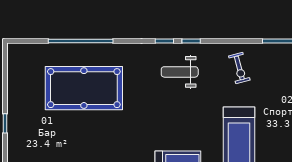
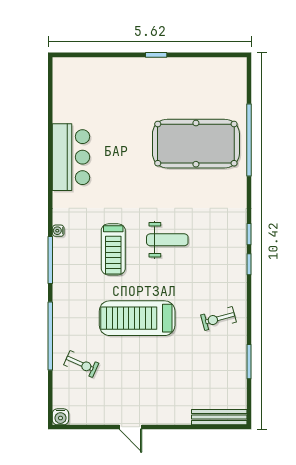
weight bench: (180, 72) -> (167, 240), moved, turned 90
pool table: (84, 88) -> (196, 144), turned 90

